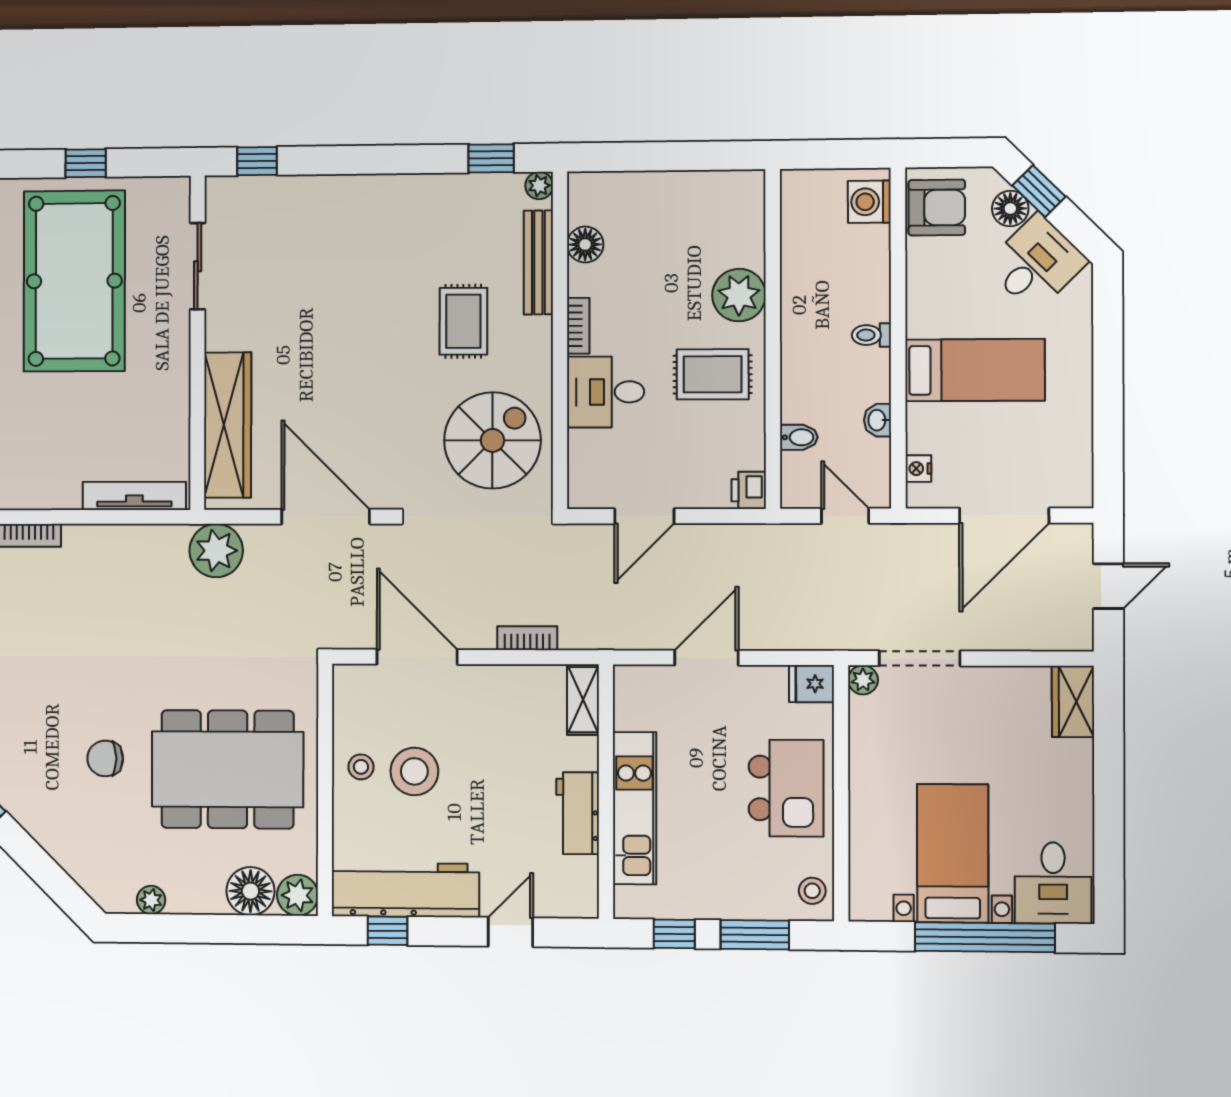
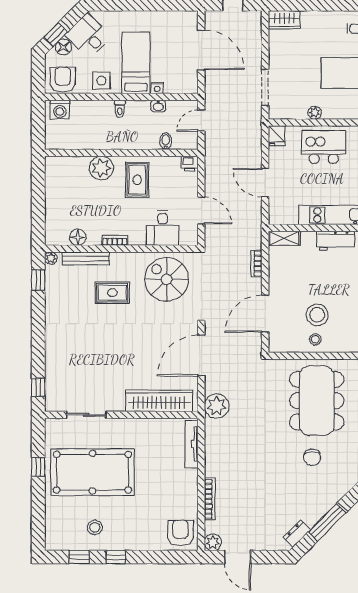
side table: (935, 294) -> (101, 81), added
desk: (606, 392) -> (163, 228), moved
nightstand: (918, 469) -> (157, 88), moved
plant: (863, 680) -> (315, 113), moved

